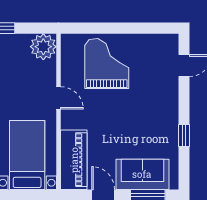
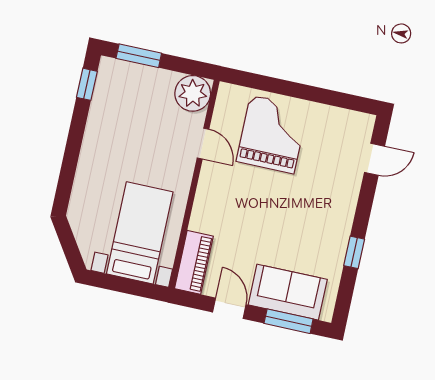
door: (59, 98) -> (203, 144), moved
piano: (74, 160) -> (194, 262), width x0.73, depth x0.75

